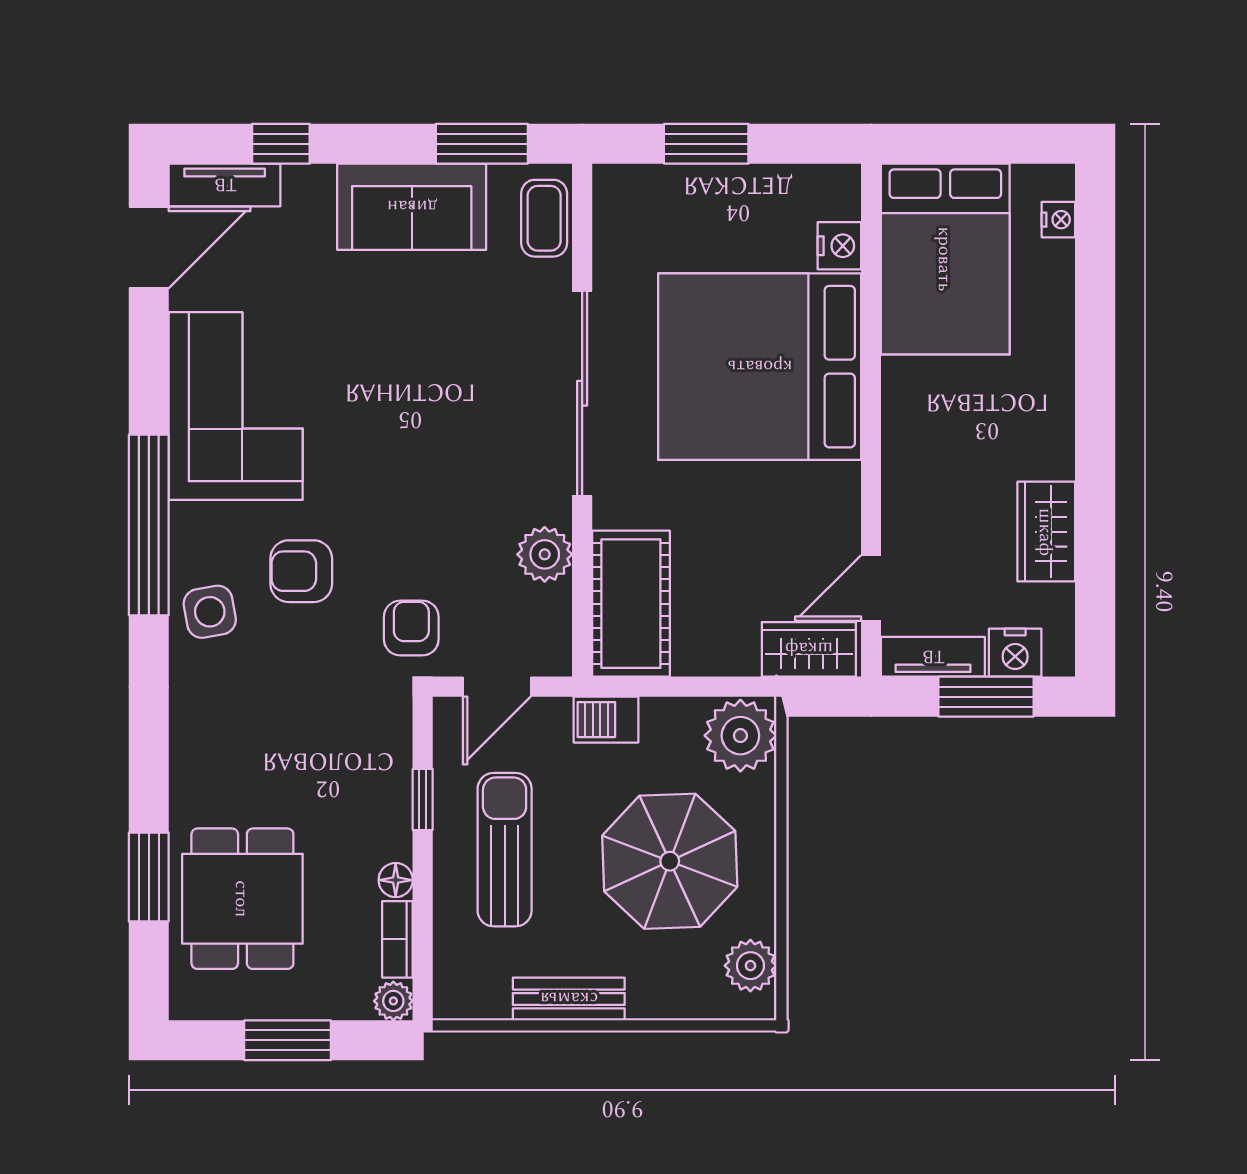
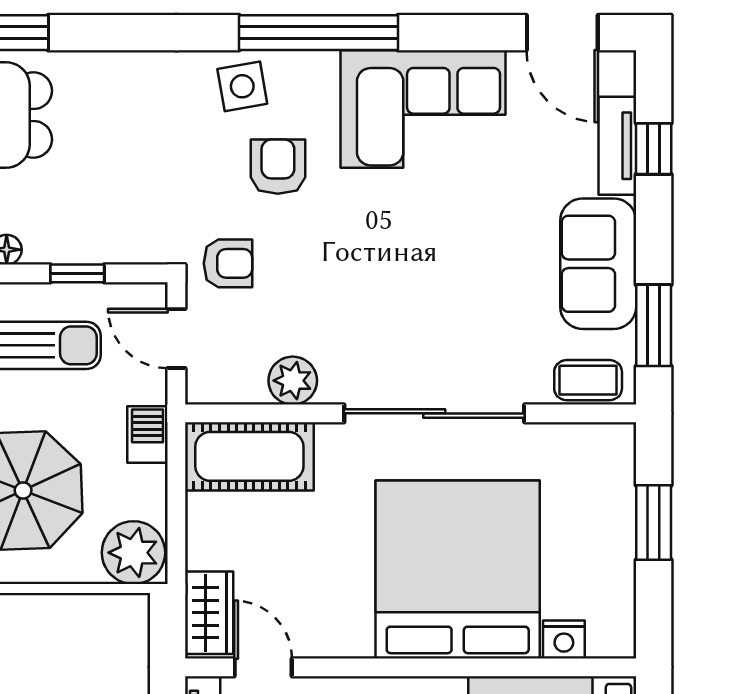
tv unit: (225, 185) -> (617, 146), moved

